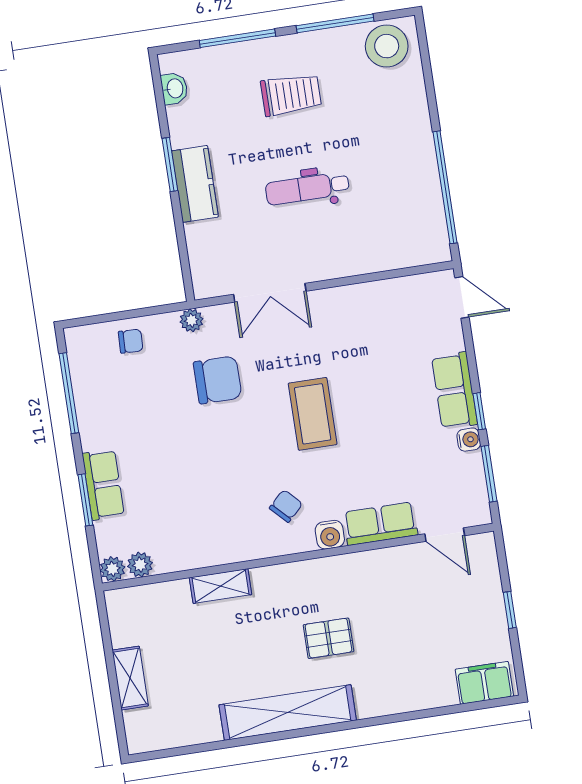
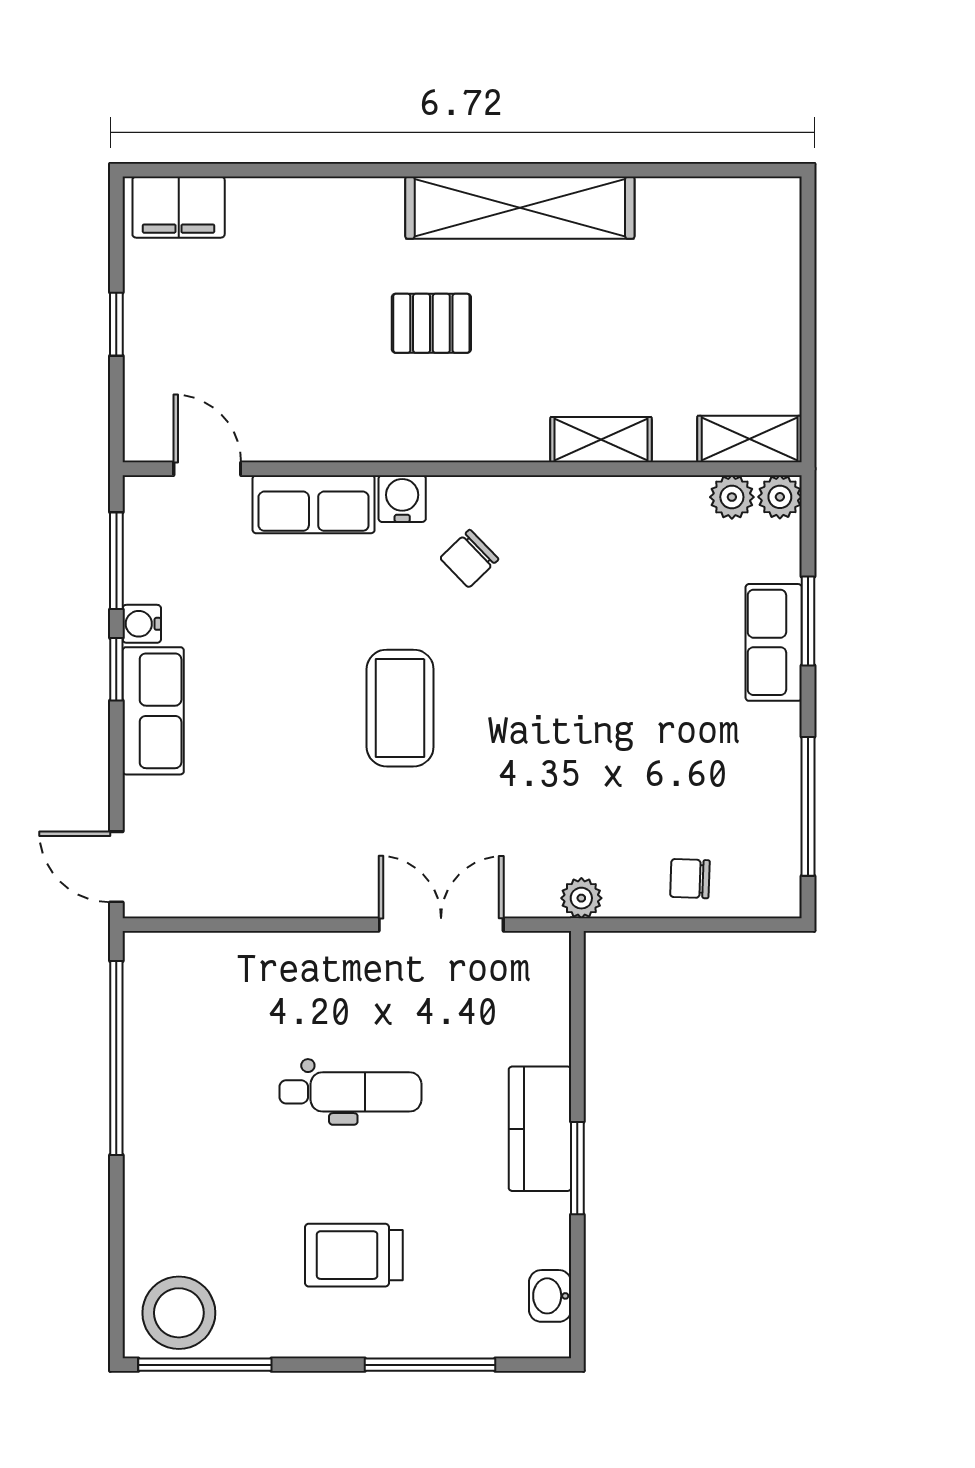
window: (335, 23) -> (205, 1365), moved
chair: (218, 380) -> (552, 790), removed
shelving: (130, 678) -> (750, 439), moved, turned 90

